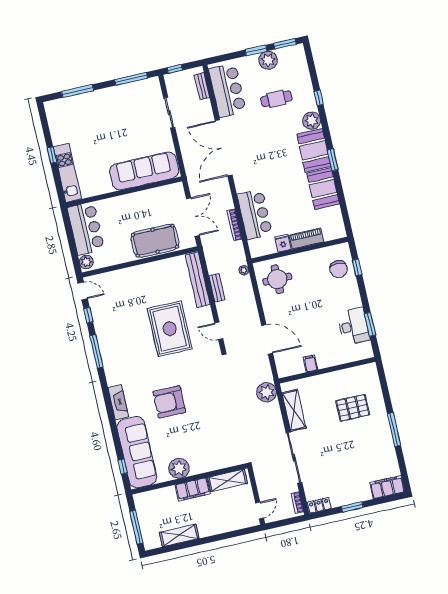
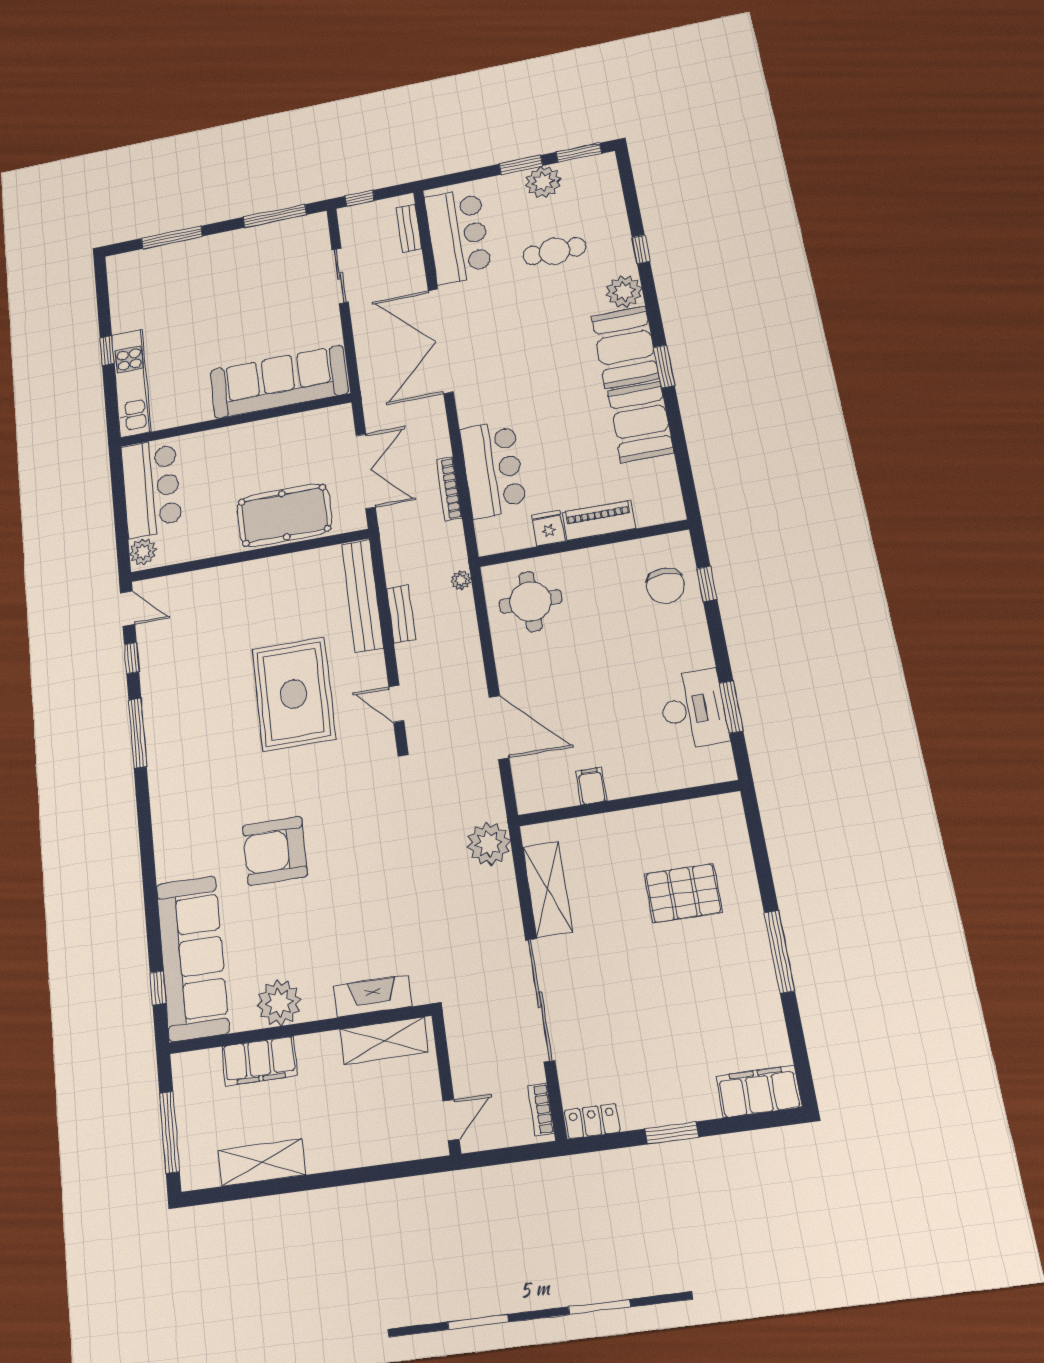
fireplace: (118, 402) -> (373, 996), moved, turned -90
filing cabinet: (193, 489) -> (260, 1061), moved

